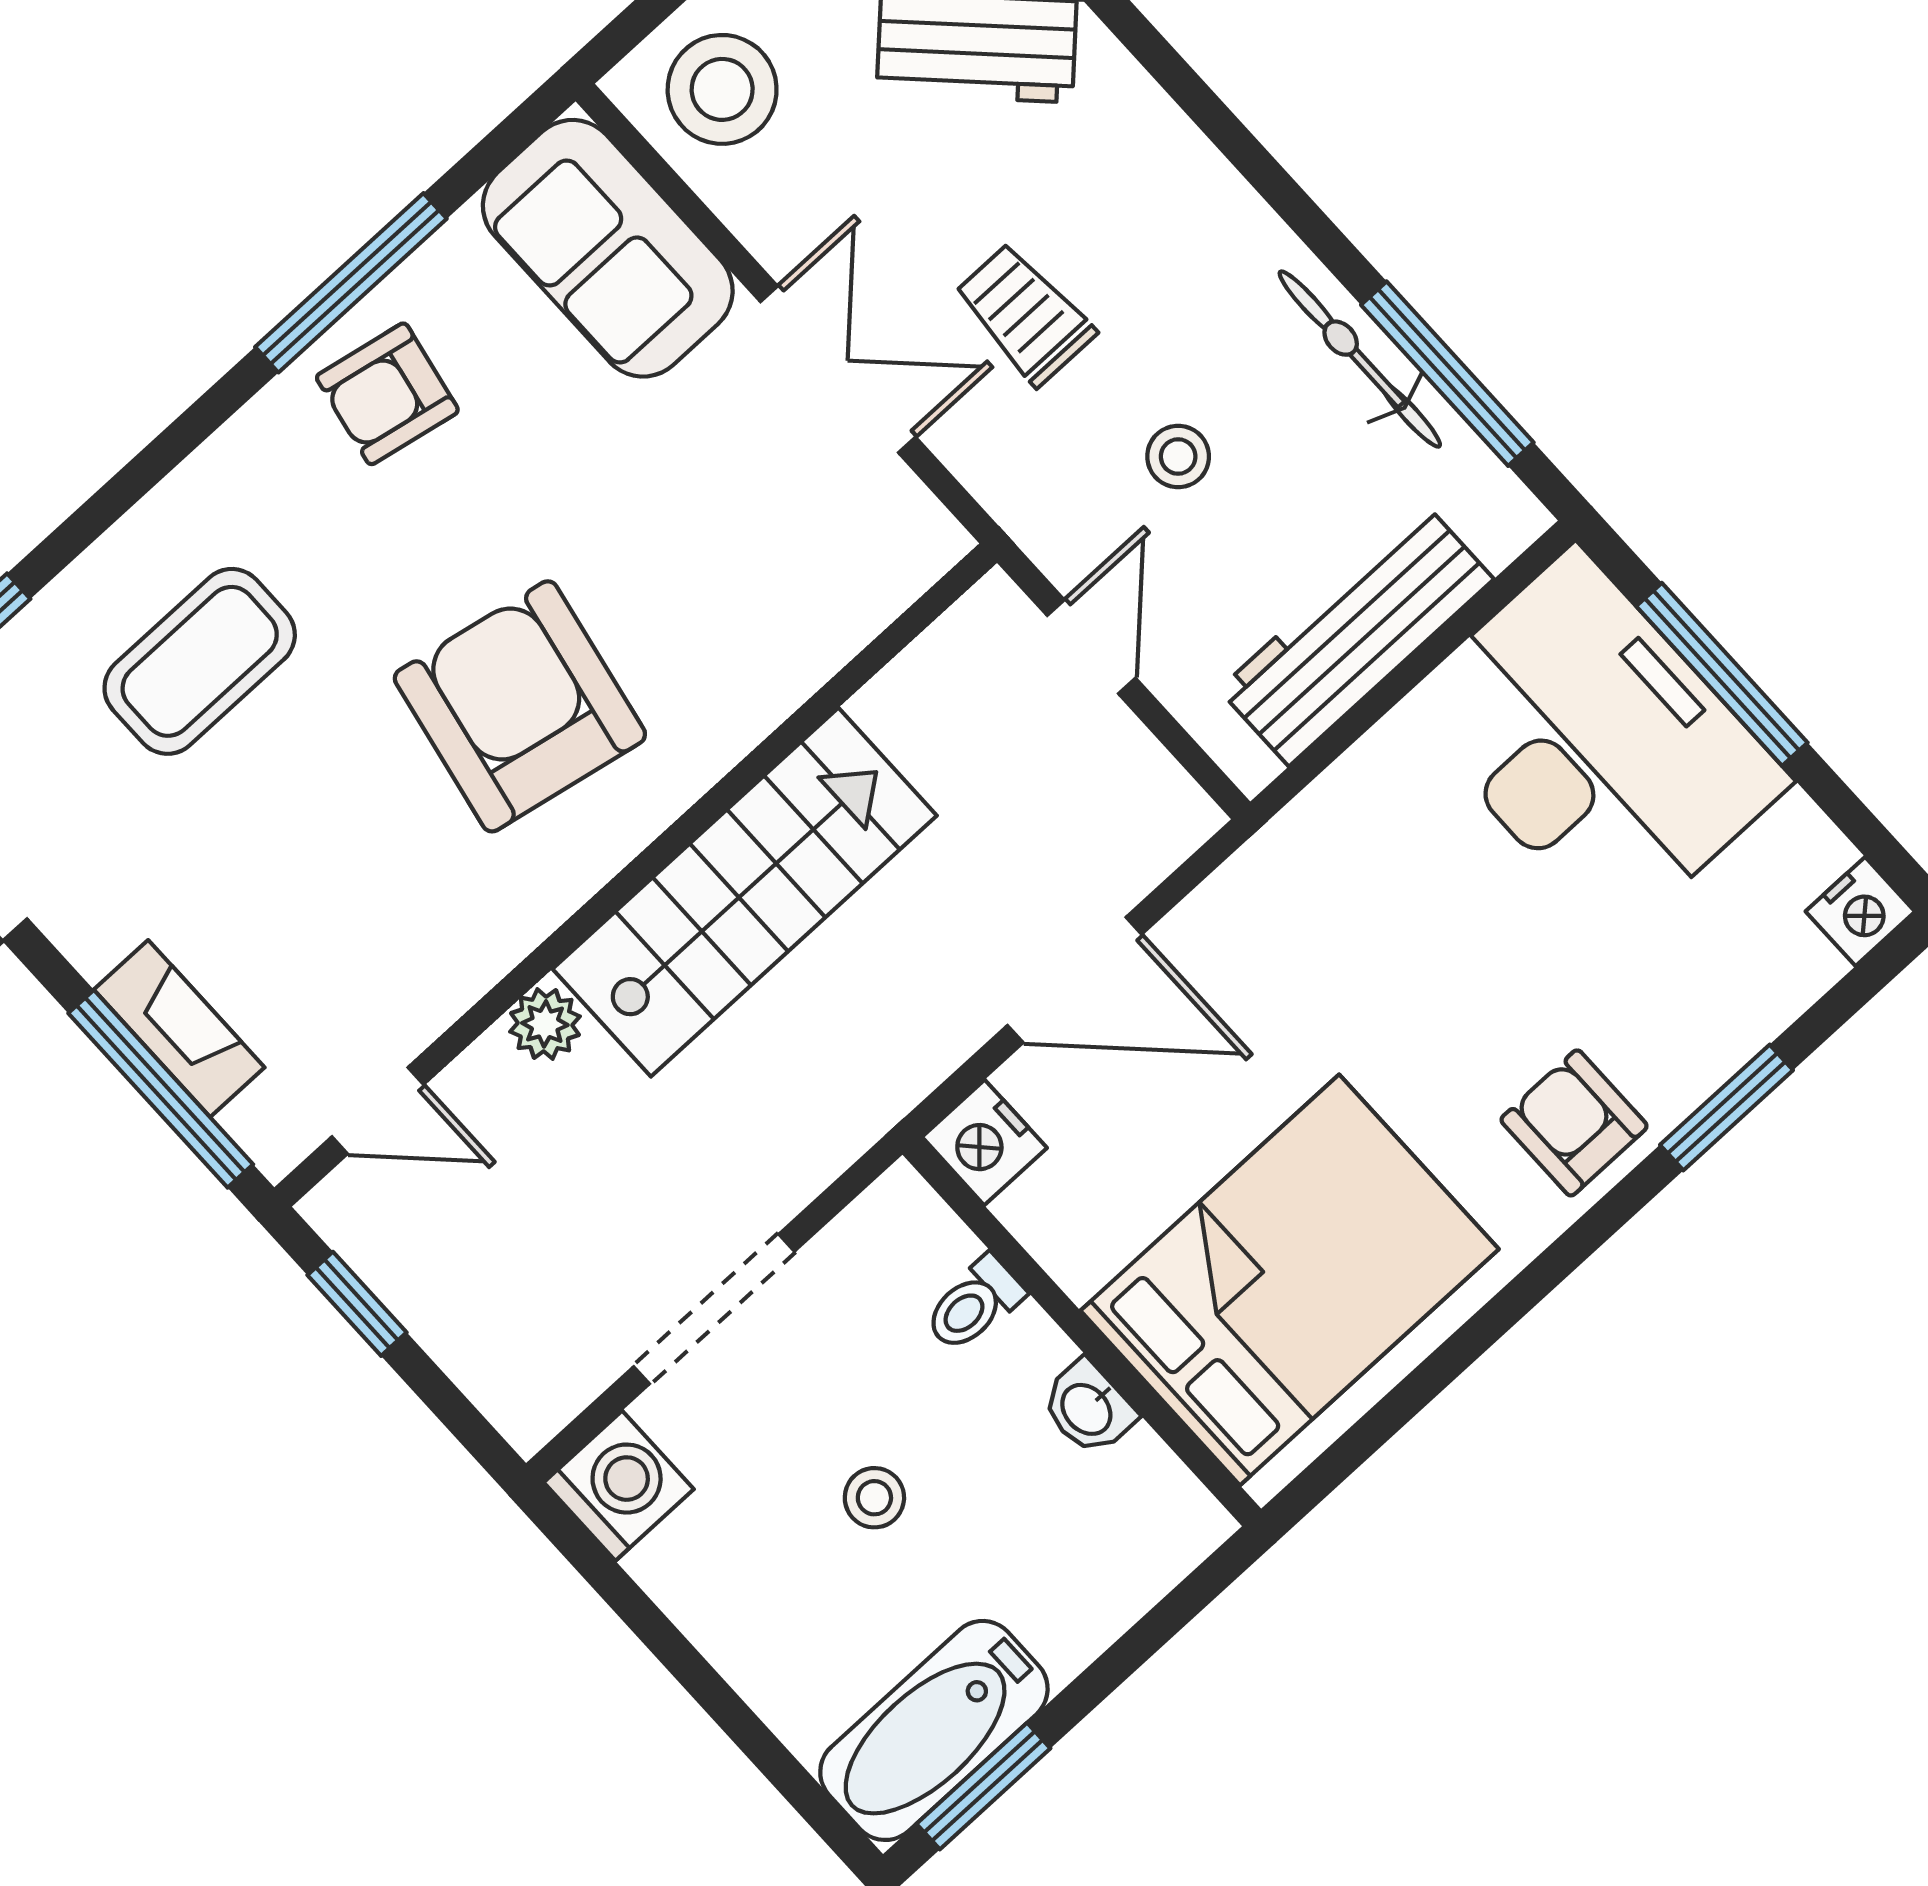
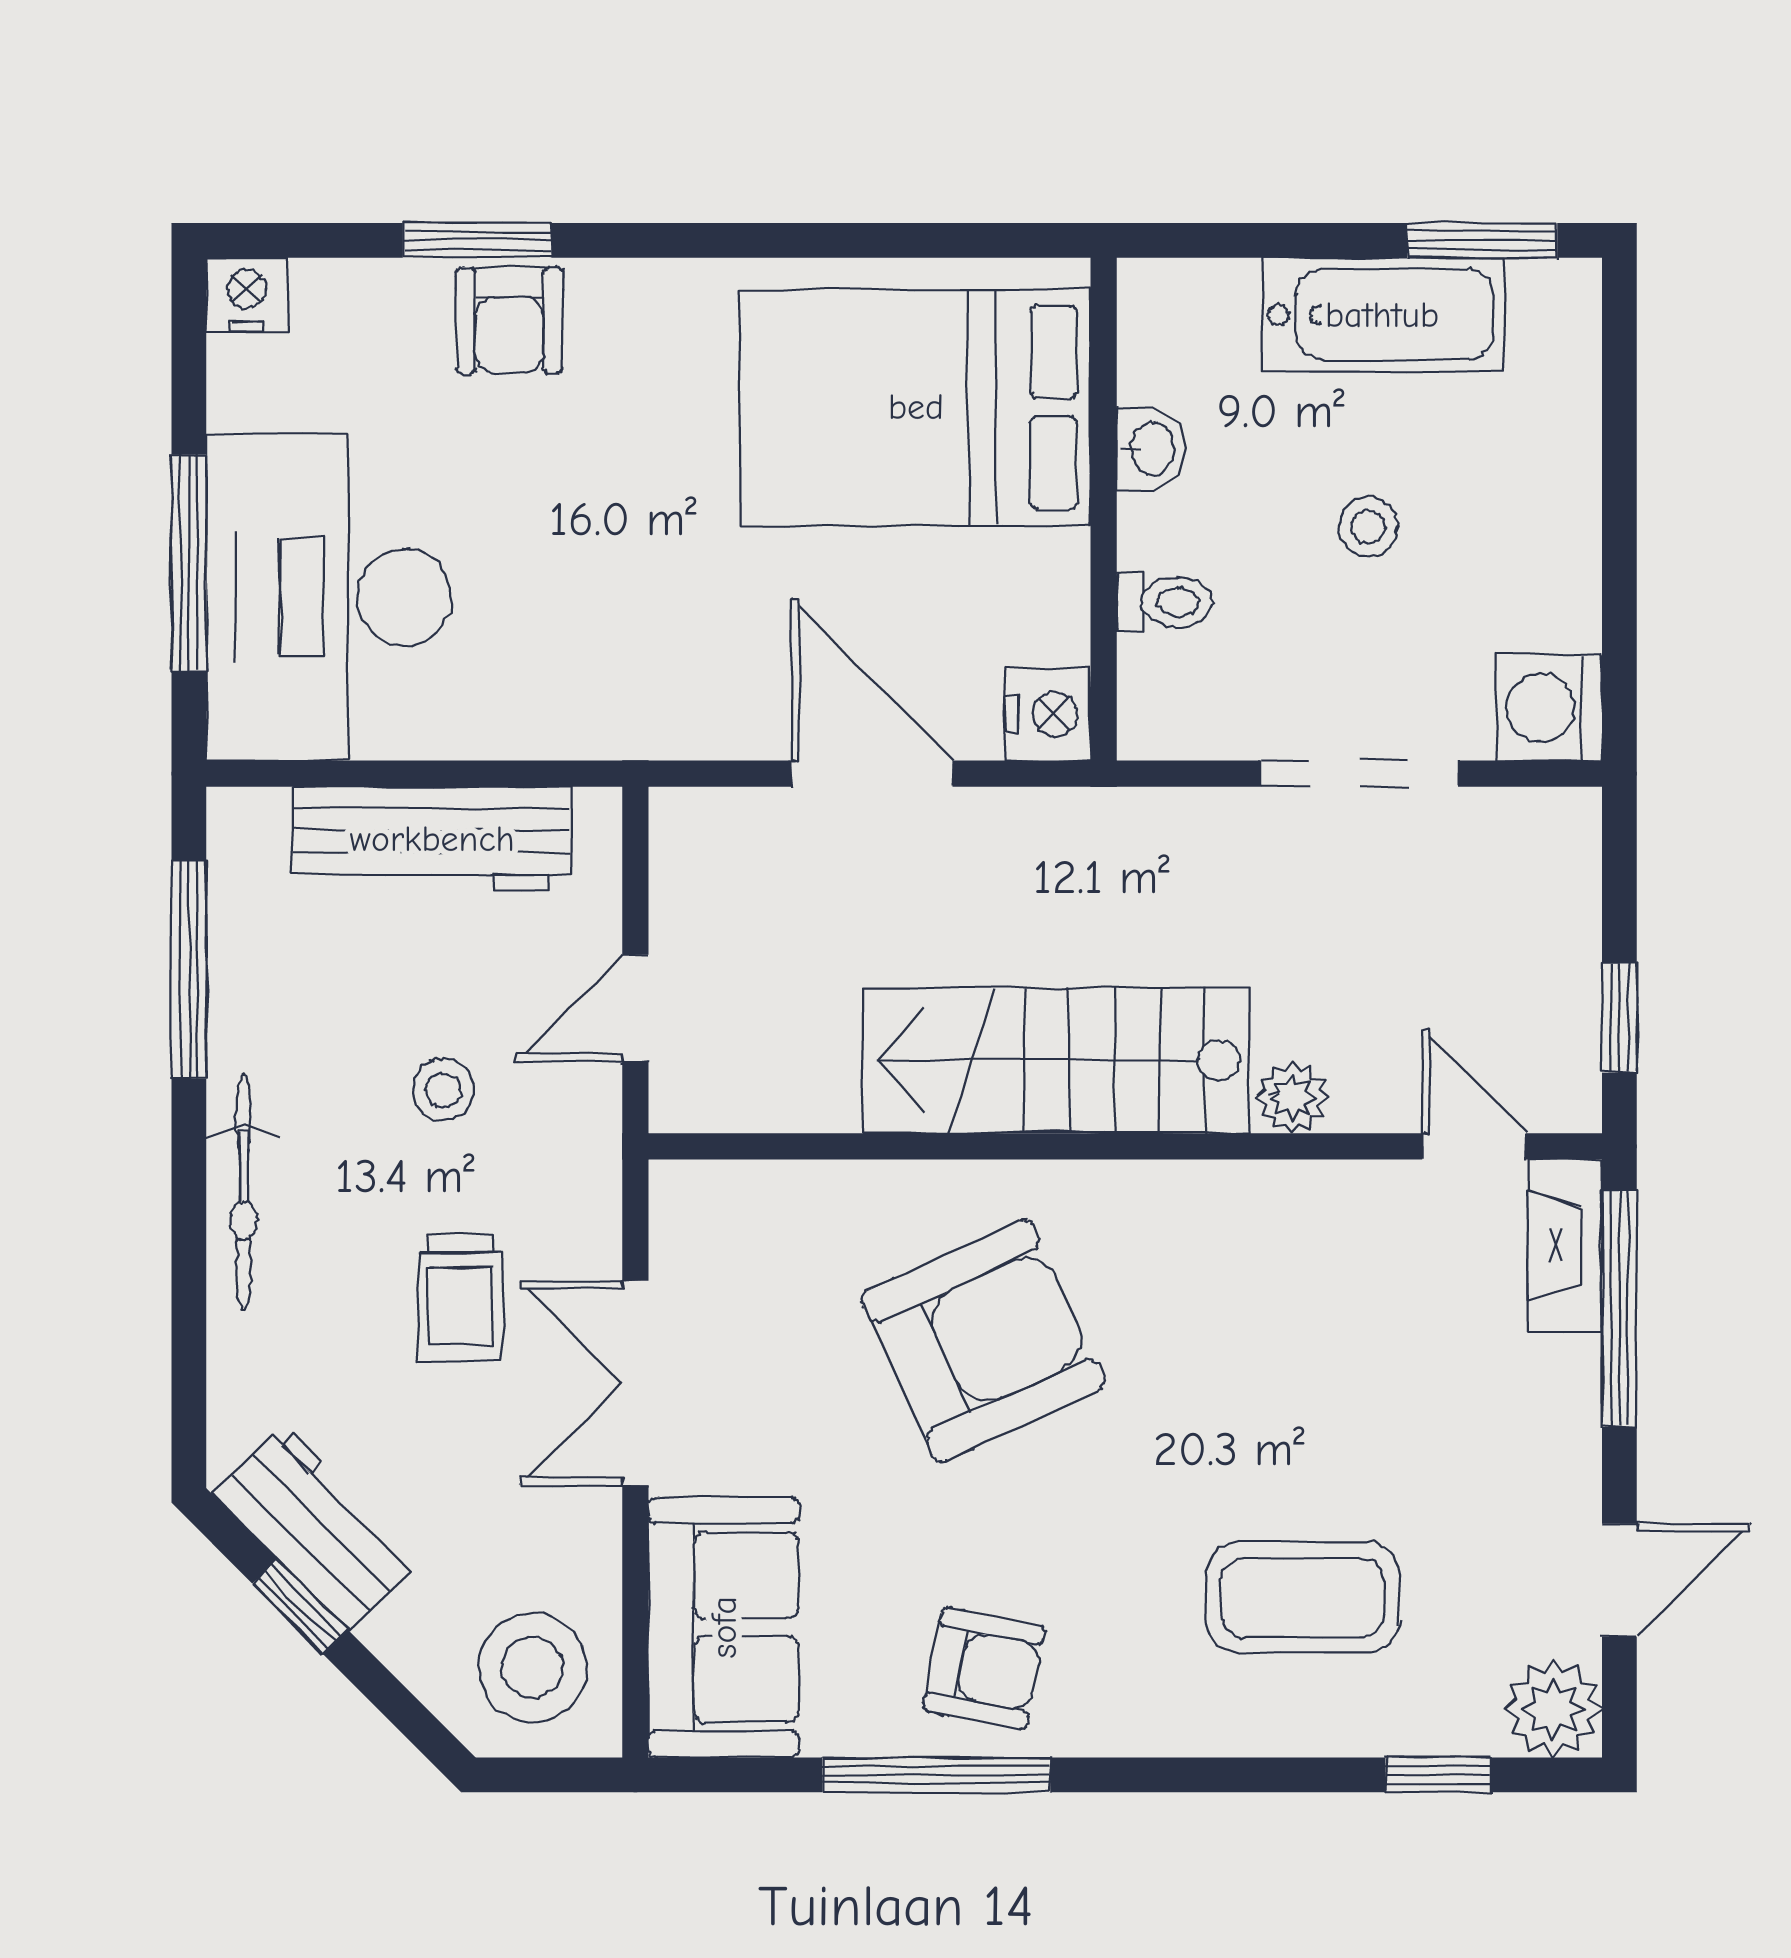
bicycle: (1360, 359) -> (244, 1192), moved
armchair: (520, 706) -> (983, 1341), moved, turned -126
fireplace: (179, 1029) -> (1565, 1246), moved
armchair: (1574, 1123) -> (509, 321), moved
bathtub: (934, 1730) -> (1382, 315), moved

